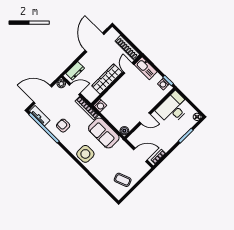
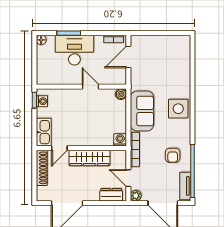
desk: (173, 108) -> (74, 50), moved, turned 180
door: (140, 155) -> (128, 57), hinge flipped
coffee table: (123, 180) -> (168, 50), removed

